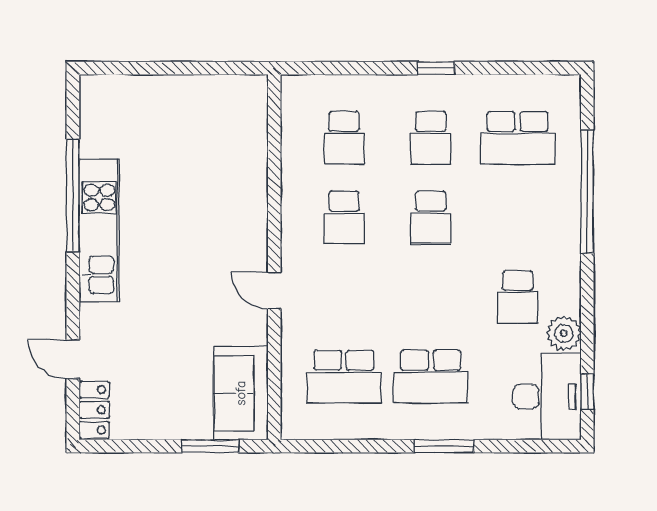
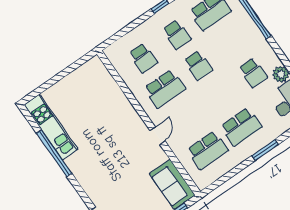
school desk: (344, 217) -> (165, 89), width x1.85
kitchen unit: (99, 230) -> (51, 127), moved
door: (274, 290) -> (157, 136), swing flipped

